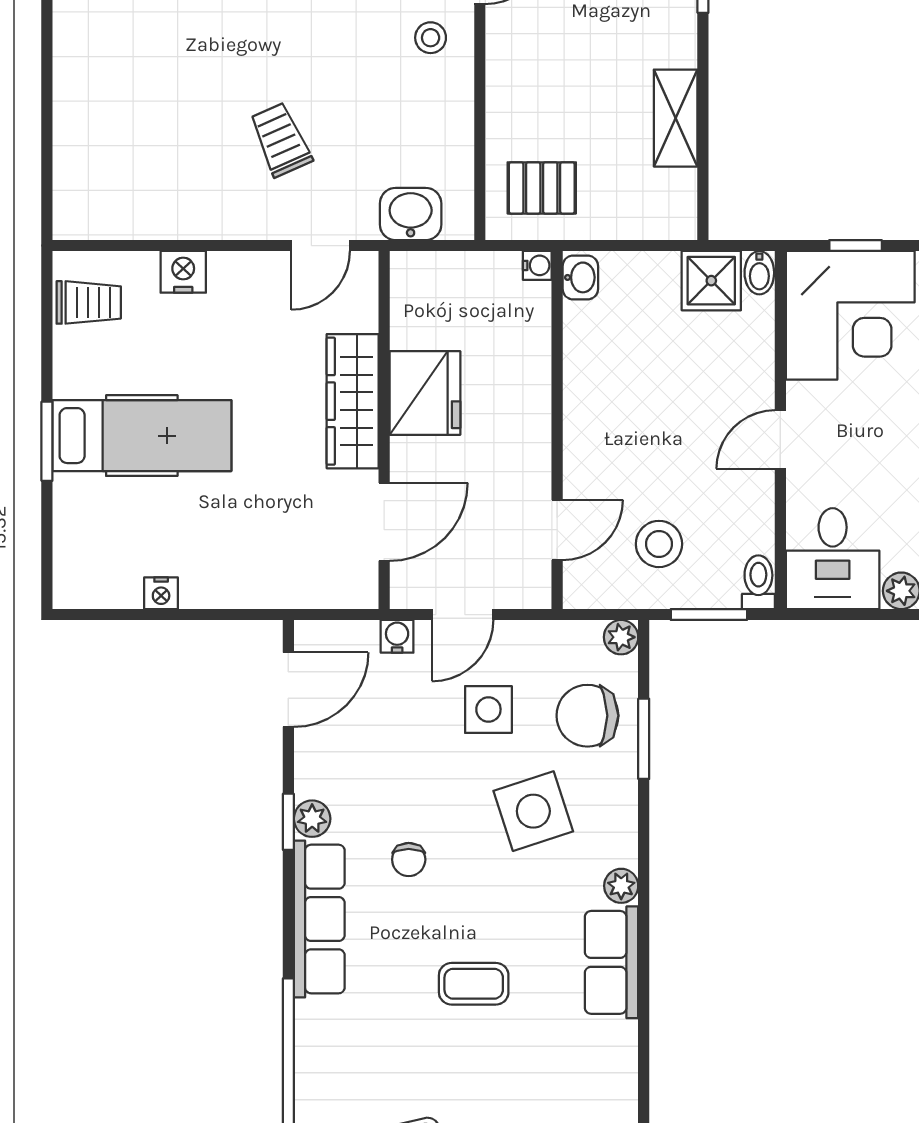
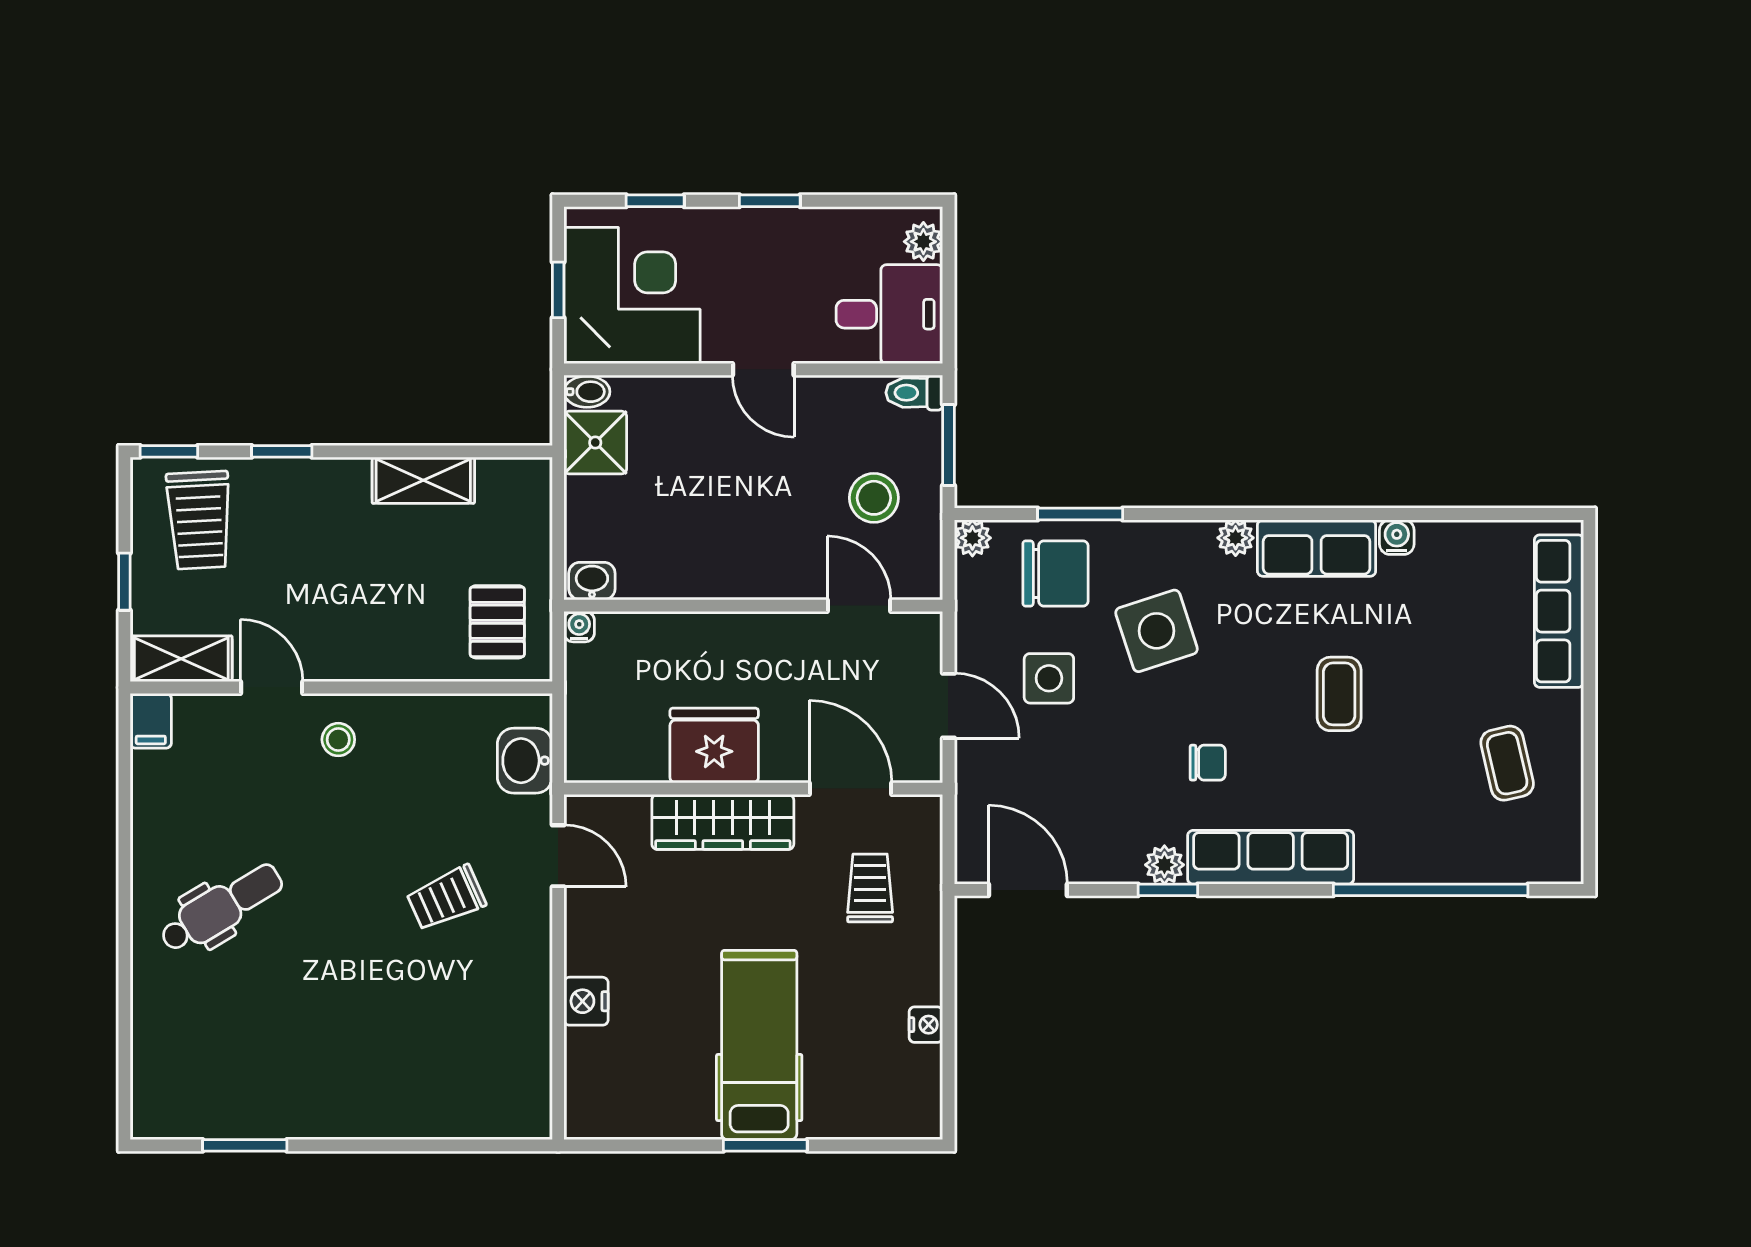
trolley: (89, 302) -> (870, 888), moved
water cooler: (397, 636) -> (1397, 537), moved, turned 90
chair: (587, 716) -> (1056, 574), turned -90

